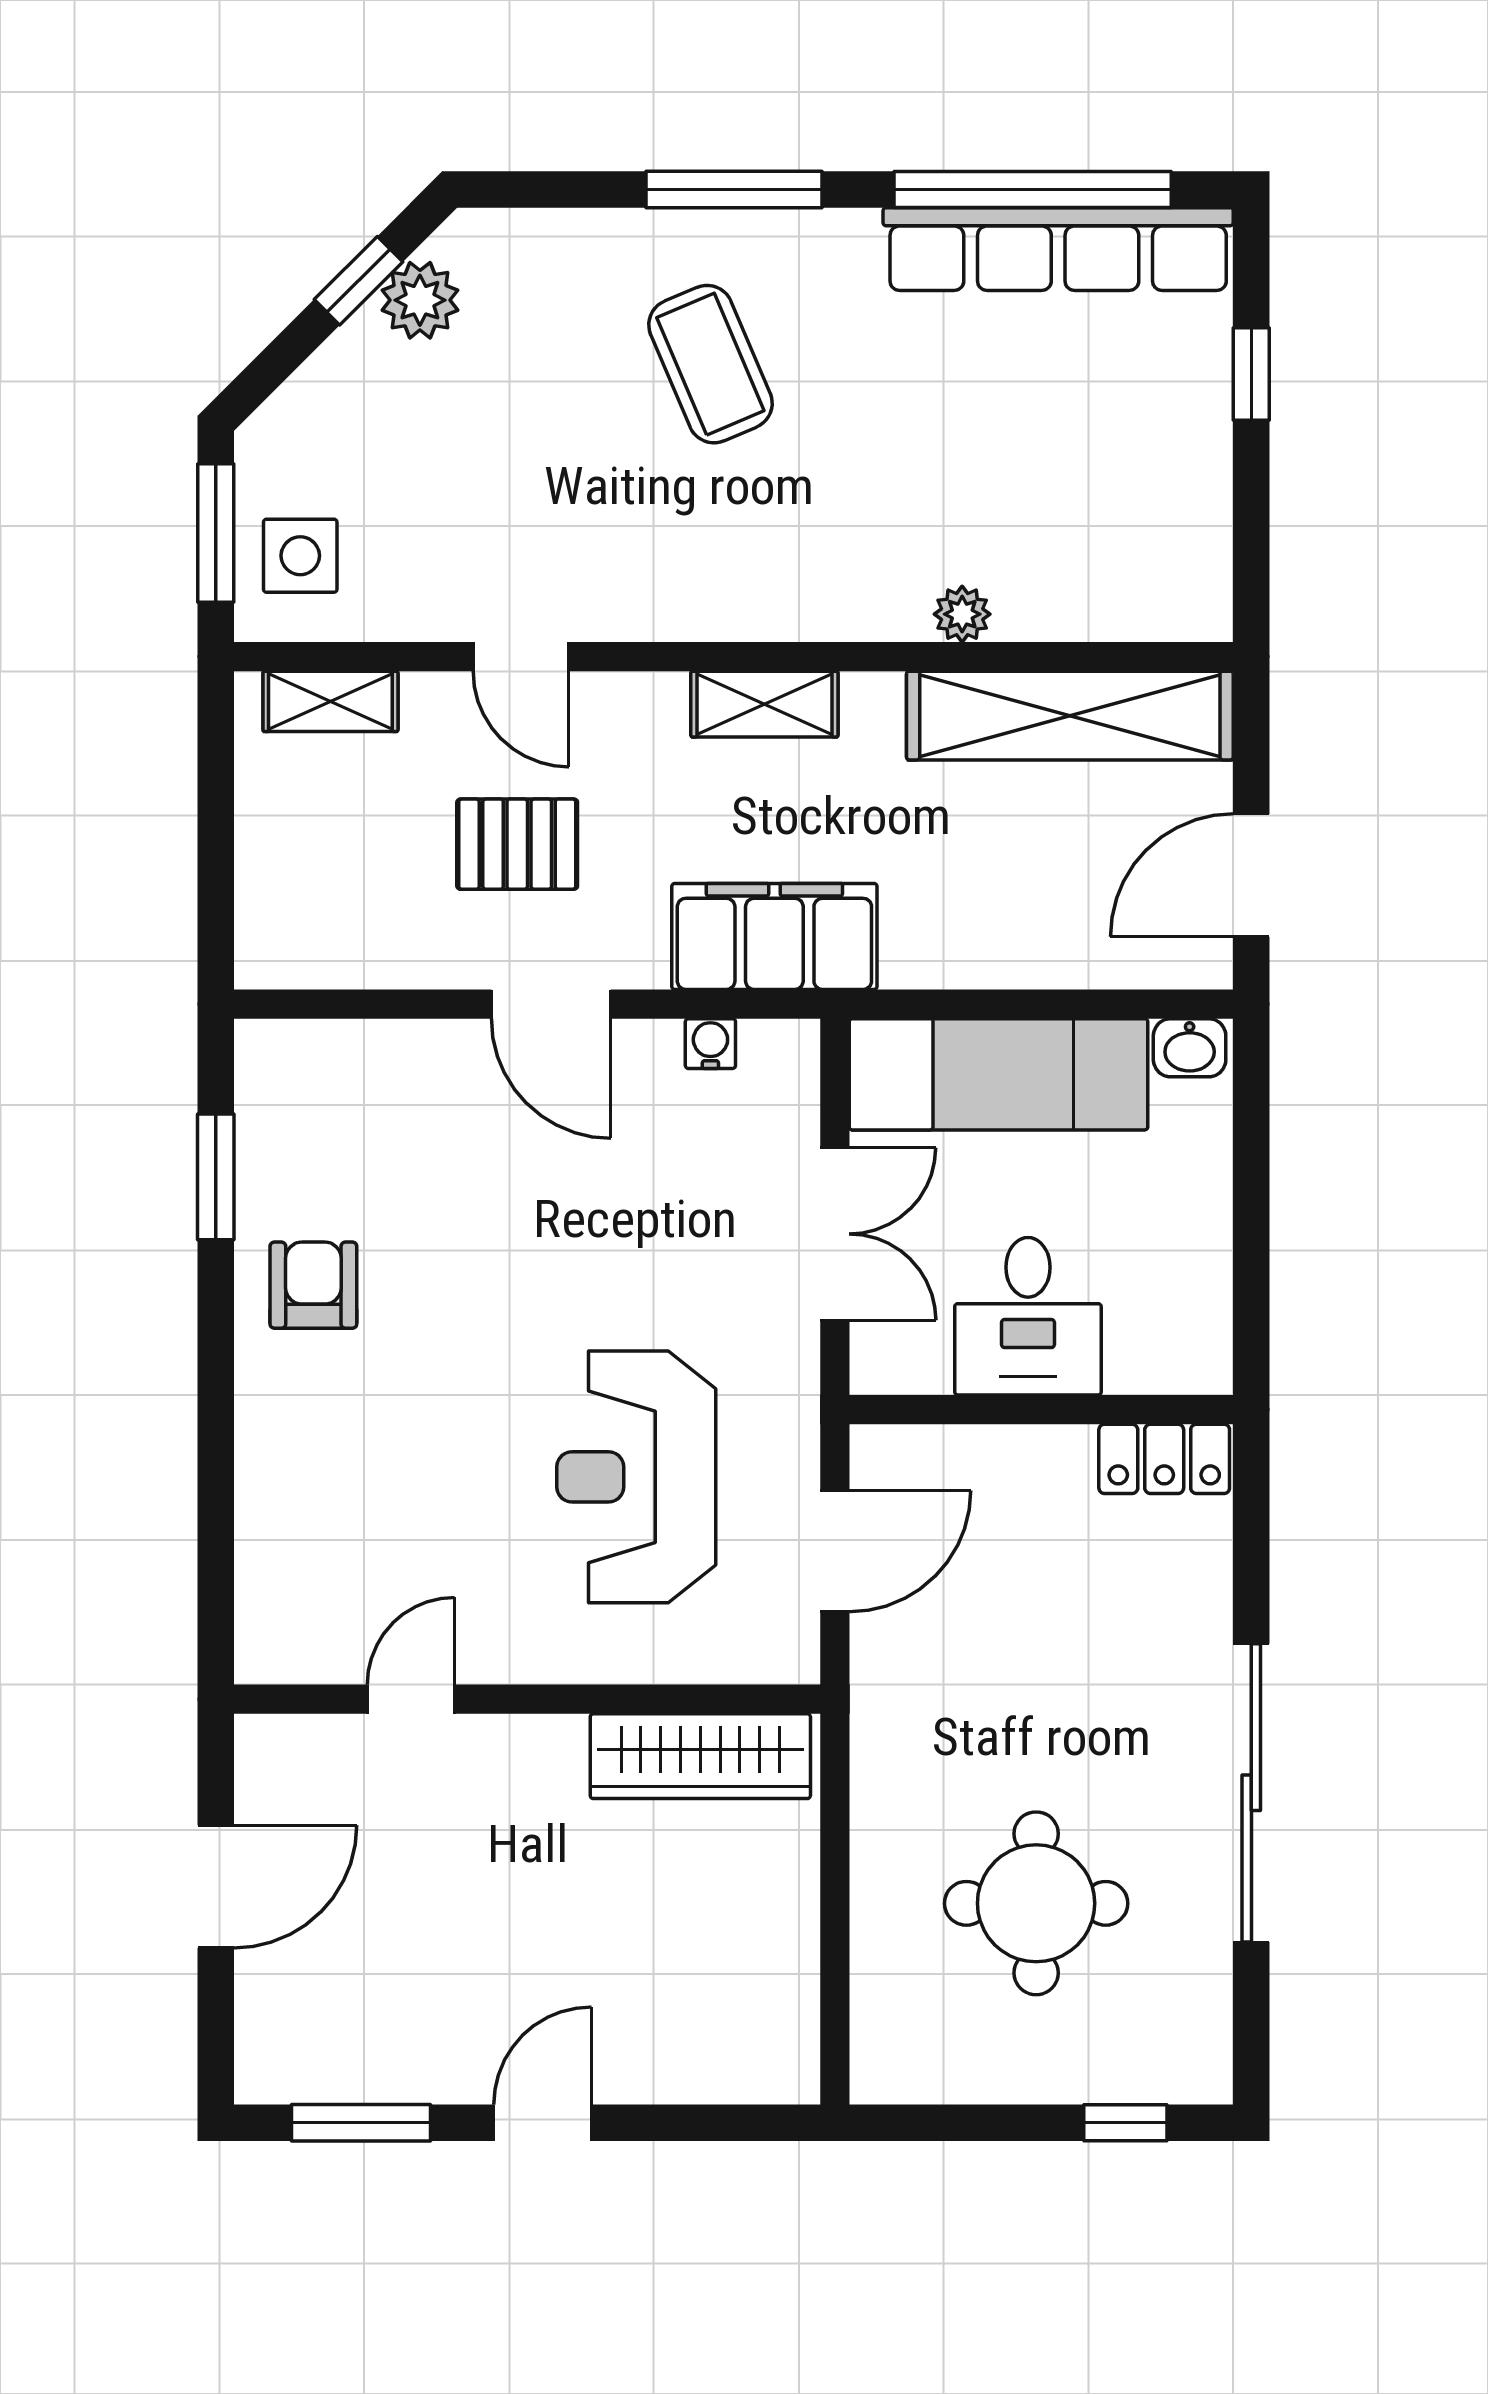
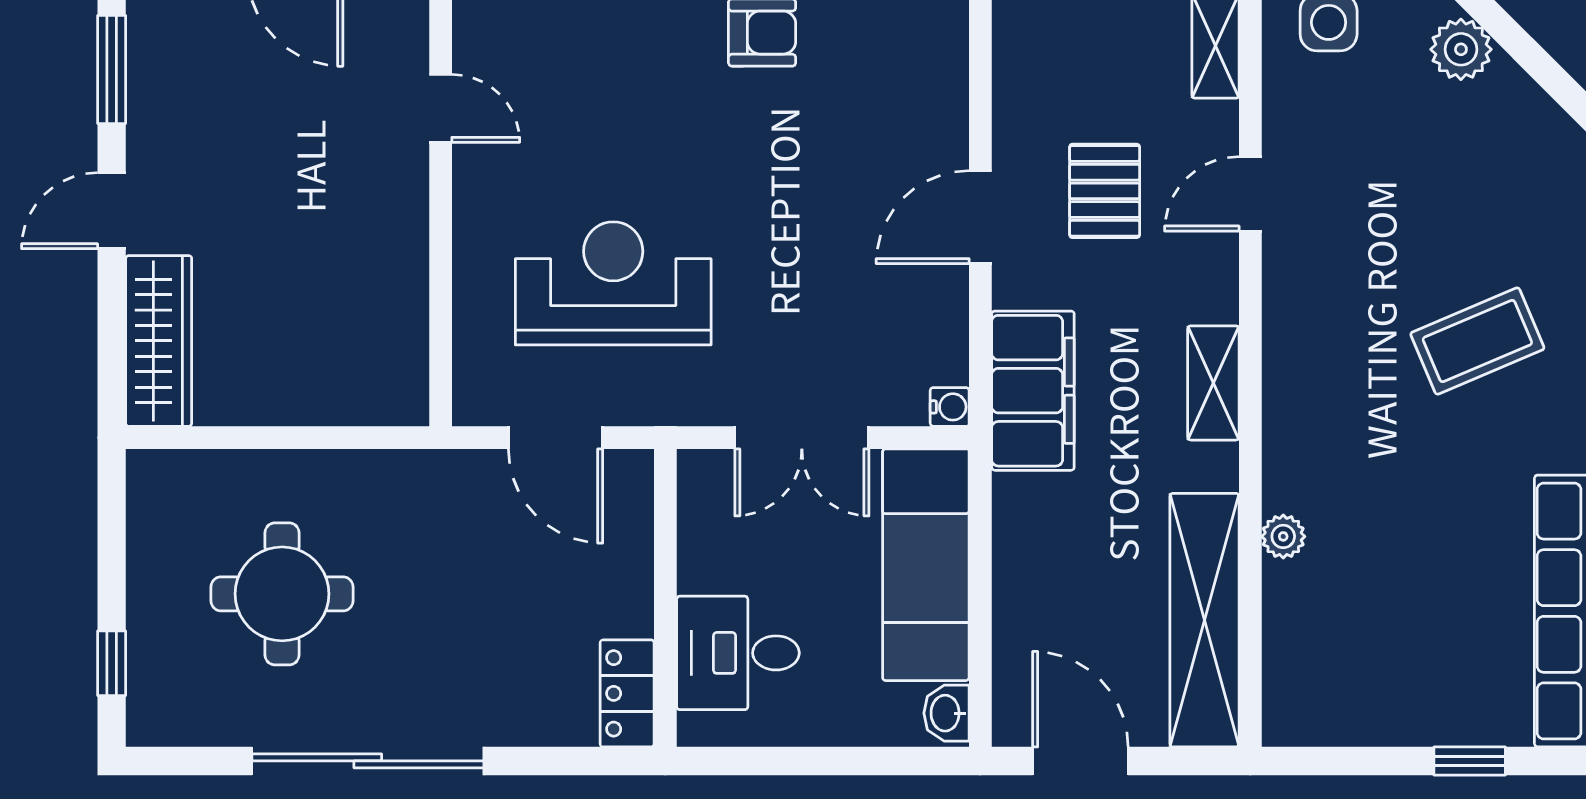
window: (359, 281) -> (1542, 68), removed
plant: (420, 300) -> (1461, 49), moved
water cooler: (710, 1044) -> (950, 407), moved
desk: (1028, 1316) -> (738, 653), moved
wardrobe: (700, 1756) -> (159, 341), moved, turned 180
door: (543, 2123) -> (112, 211), swing flipped

